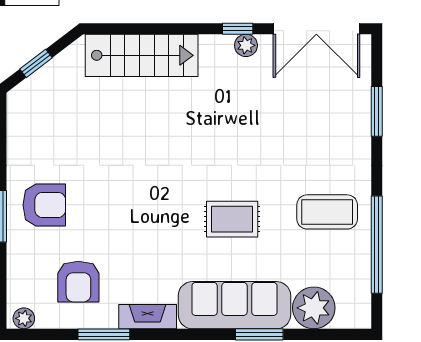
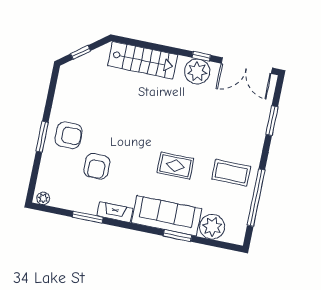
plant: (246, 45) -> (197, 71), width x1.88, depth x1.88
armchair: (78, 282) -> (97, 166), moved

